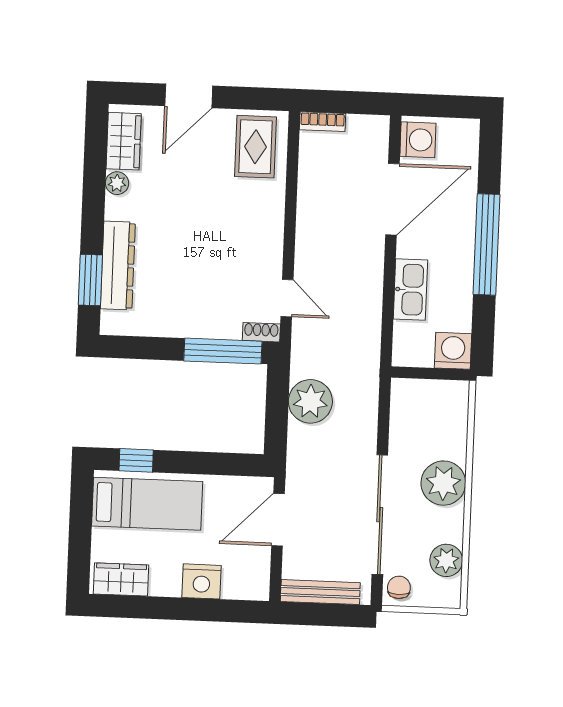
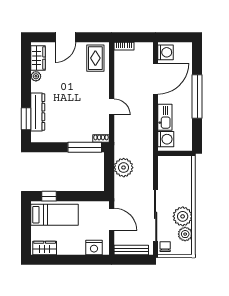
door: (287, 298) -> (112, 107), moved
washing machine: (453, 351) -> (166, 139), moved, turned 90
plant: (443, 483) -> (183, 216), moved
door: (278, 520) -> (112, 219), swing flipped
nightstand: (201, 581) -> (94, 247), moved

